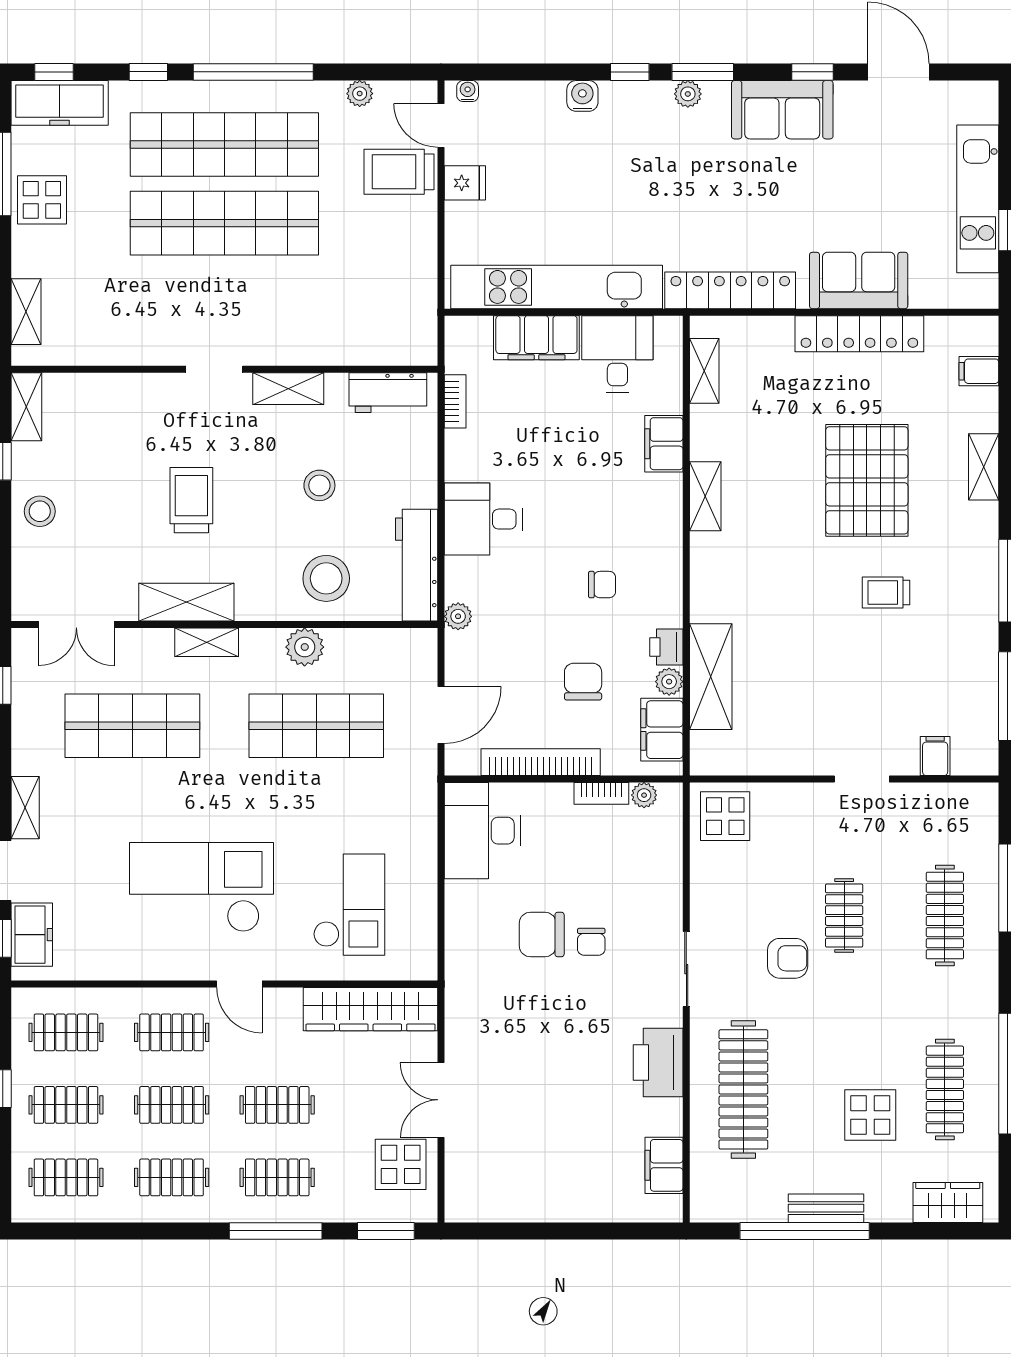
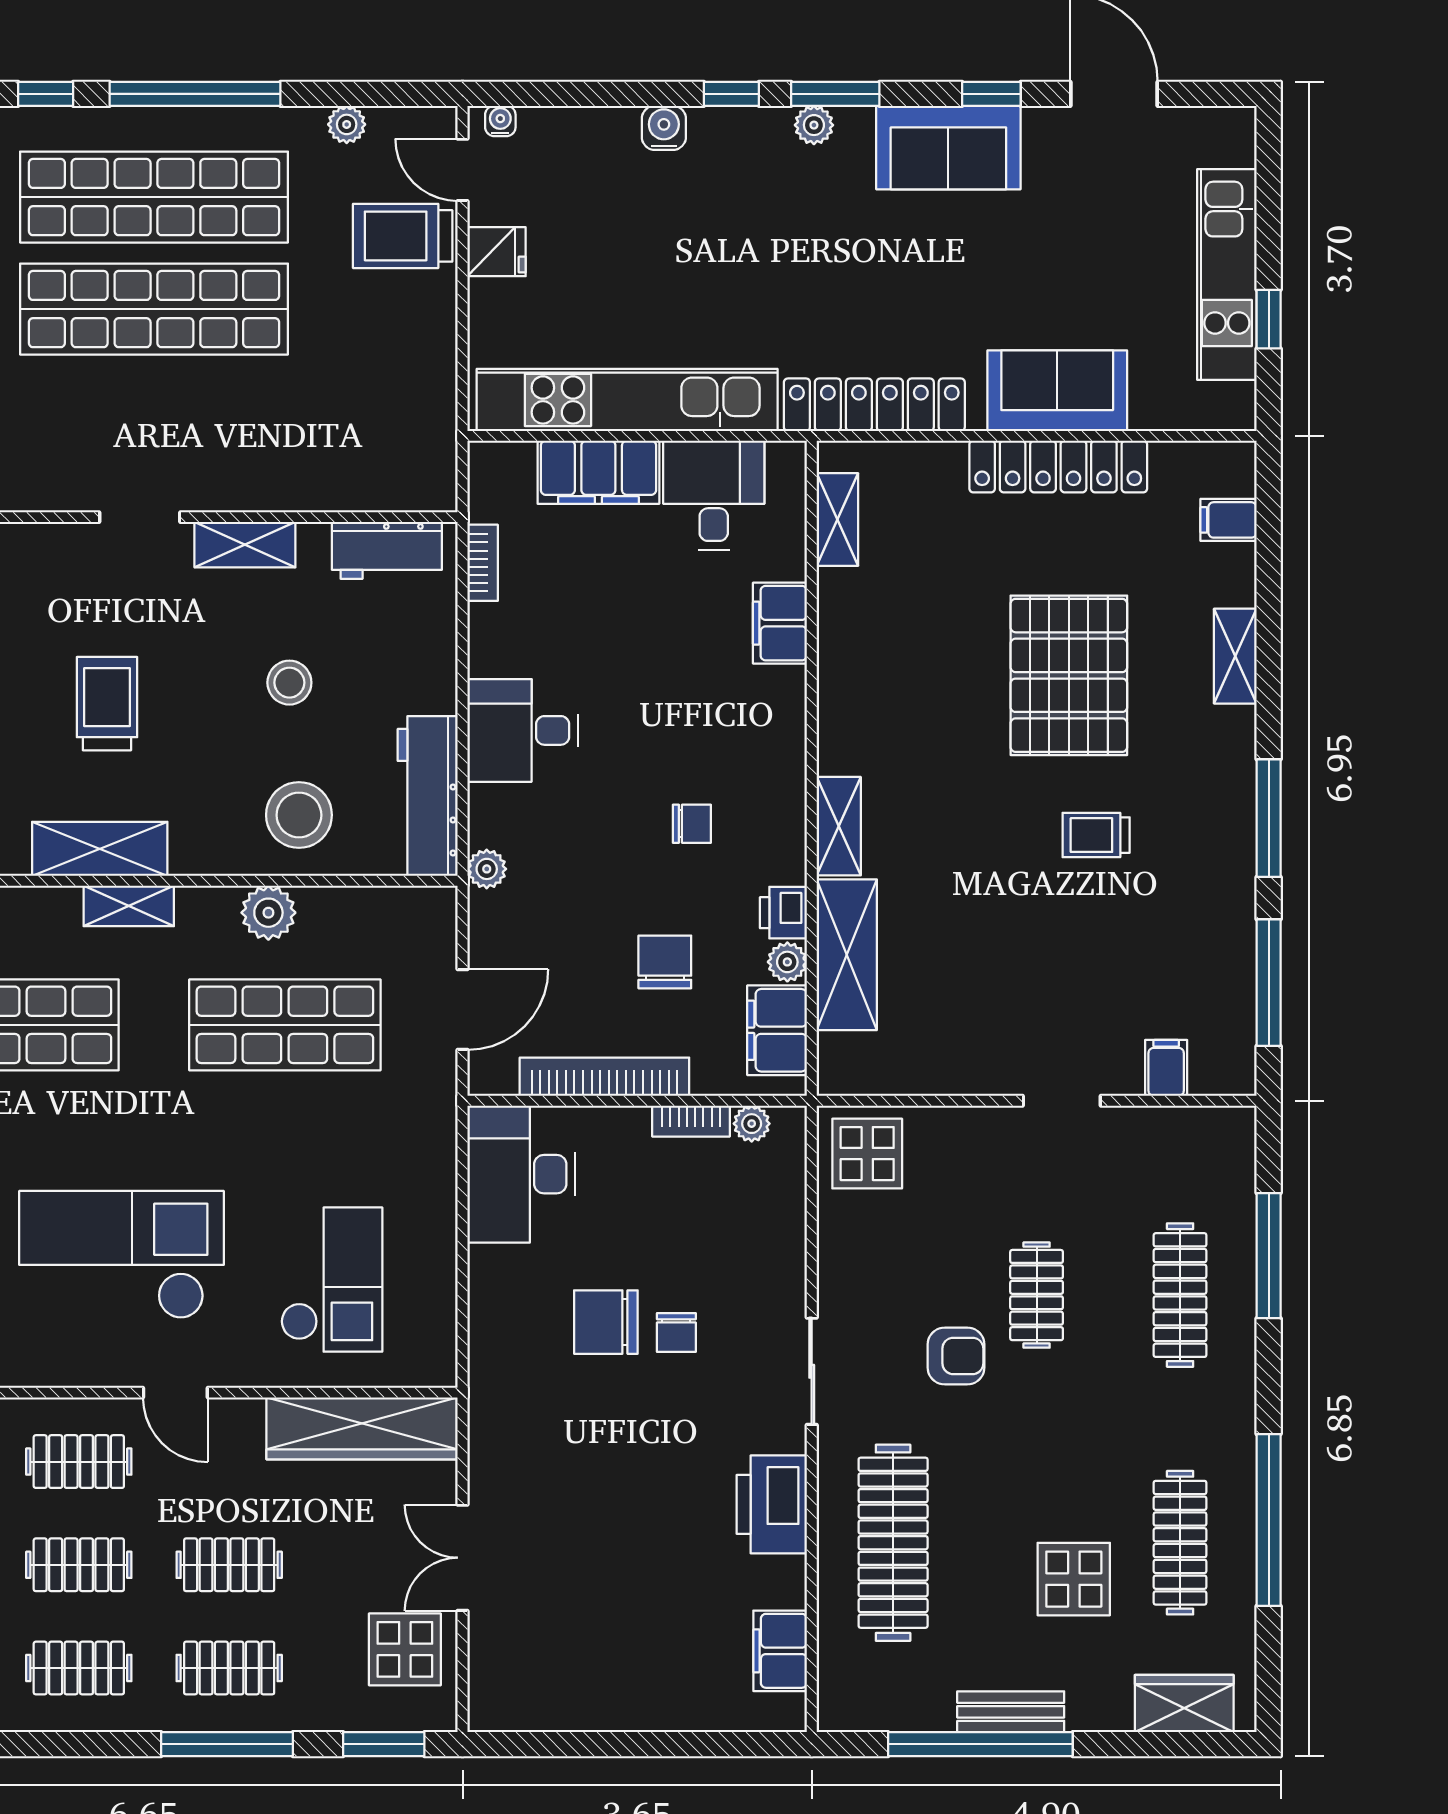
shelving: (705, 496) -> (839, 826), moved

